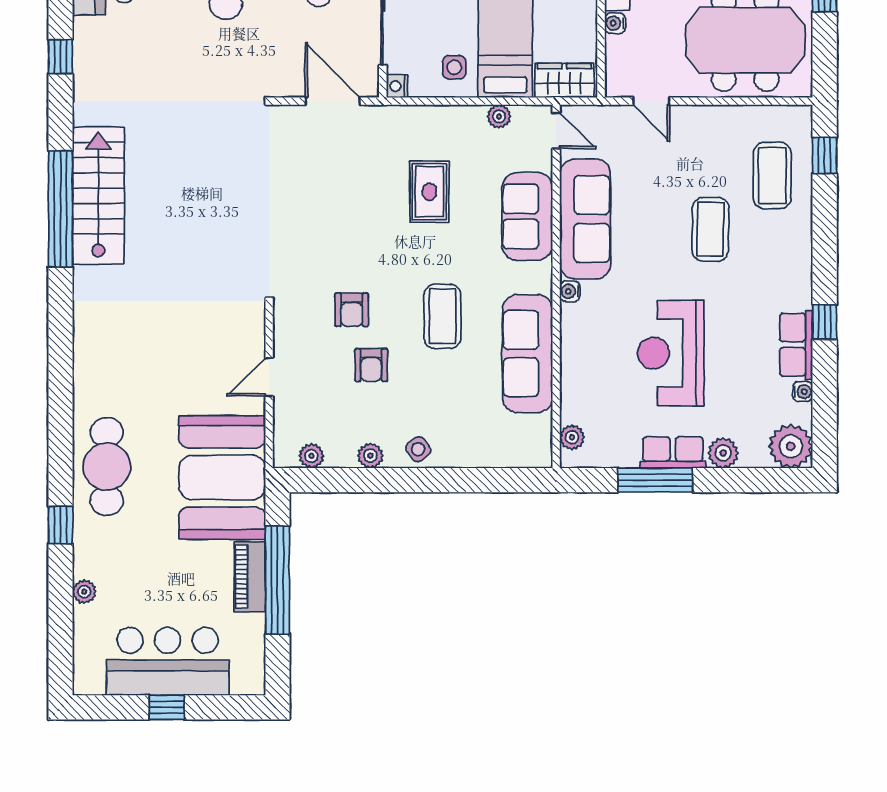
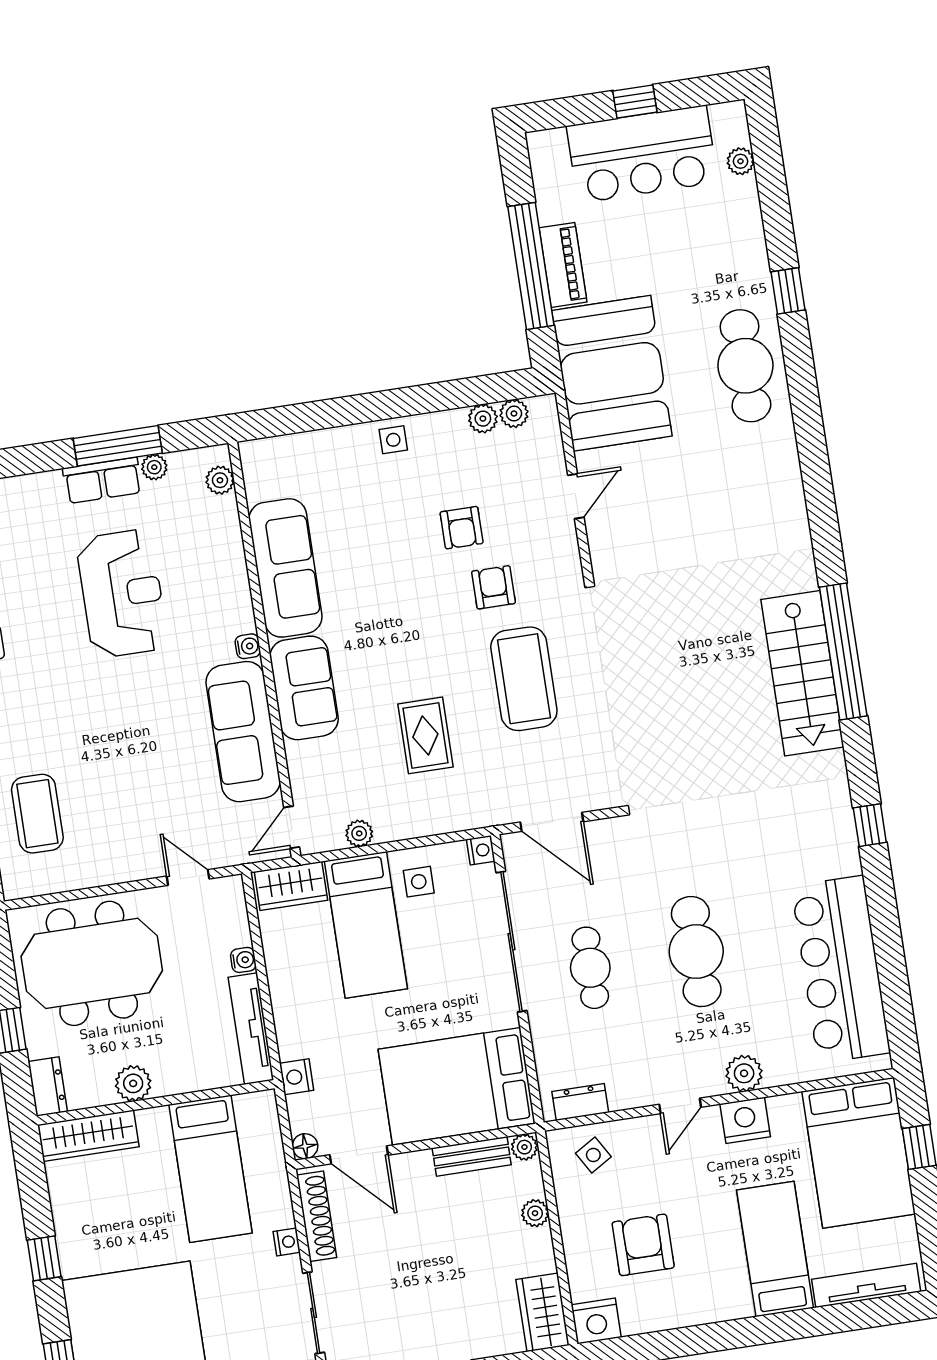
door: (556, 131) -> (292, 827), hinge flipped
sofa: (527, 216) -> (304, 688), moved
coffee table: (710, 229) -> (98, 742), removed
coffee table: (442, 316) -> (524, 679), moved, width x1.36, depth x1.32
armchair: (371, 365) -> (462, 528), turned 180
side table: (418, 449) -> (393, 440), turned 38
plant: (723, 453) -> (154, 467), moved, width x0.73, depth x0.73
plant: (370, 456) -> (483, 419), moved
plant: (84, 592) -> (741, 161), moved

